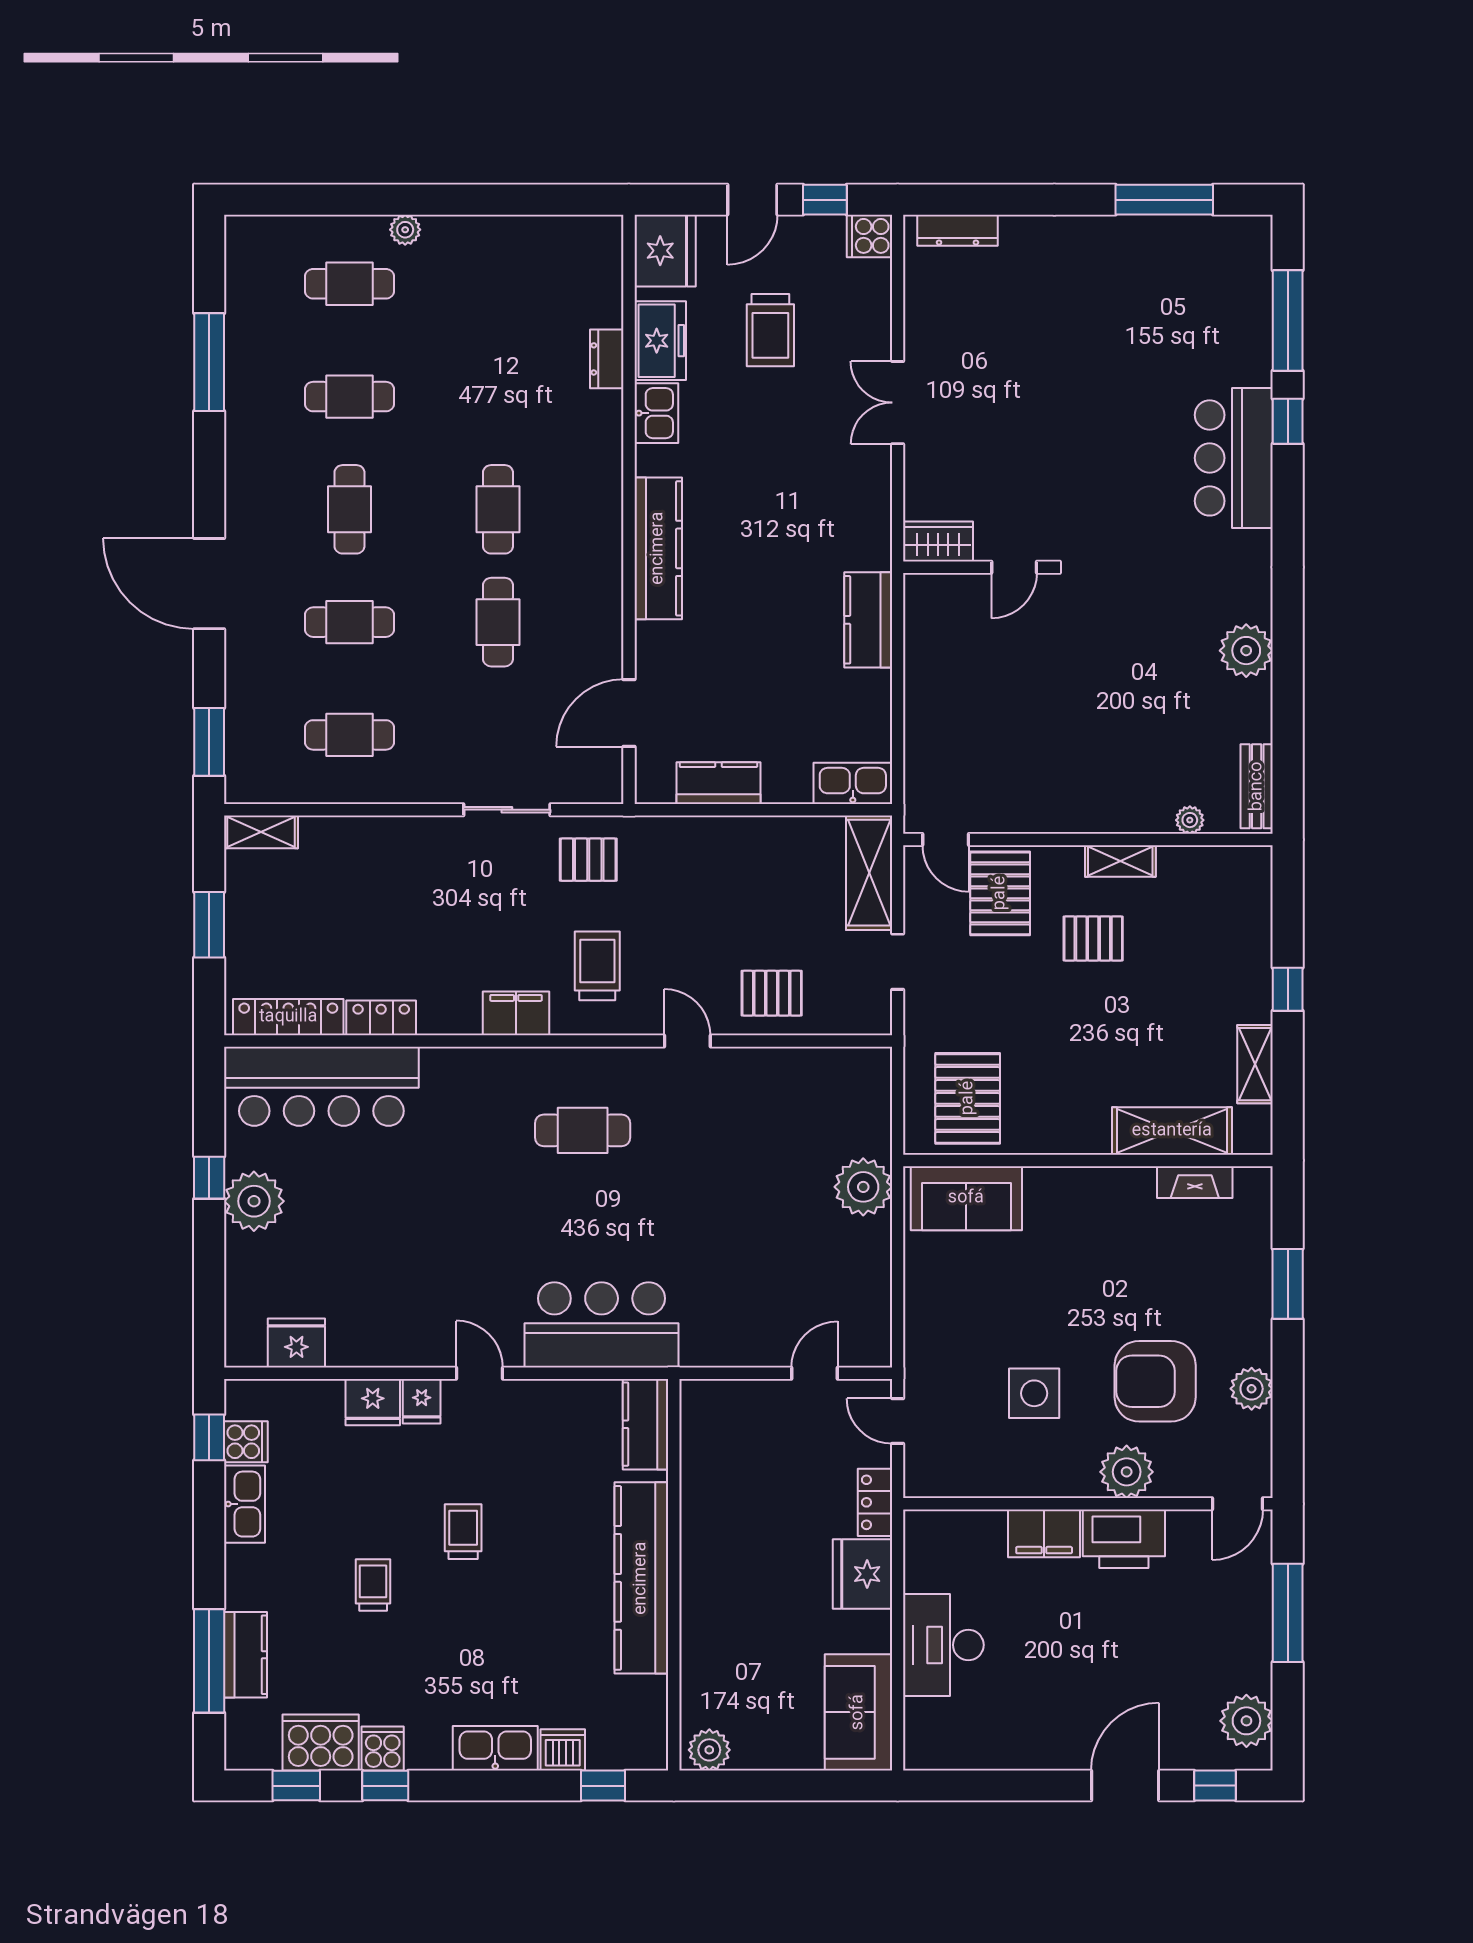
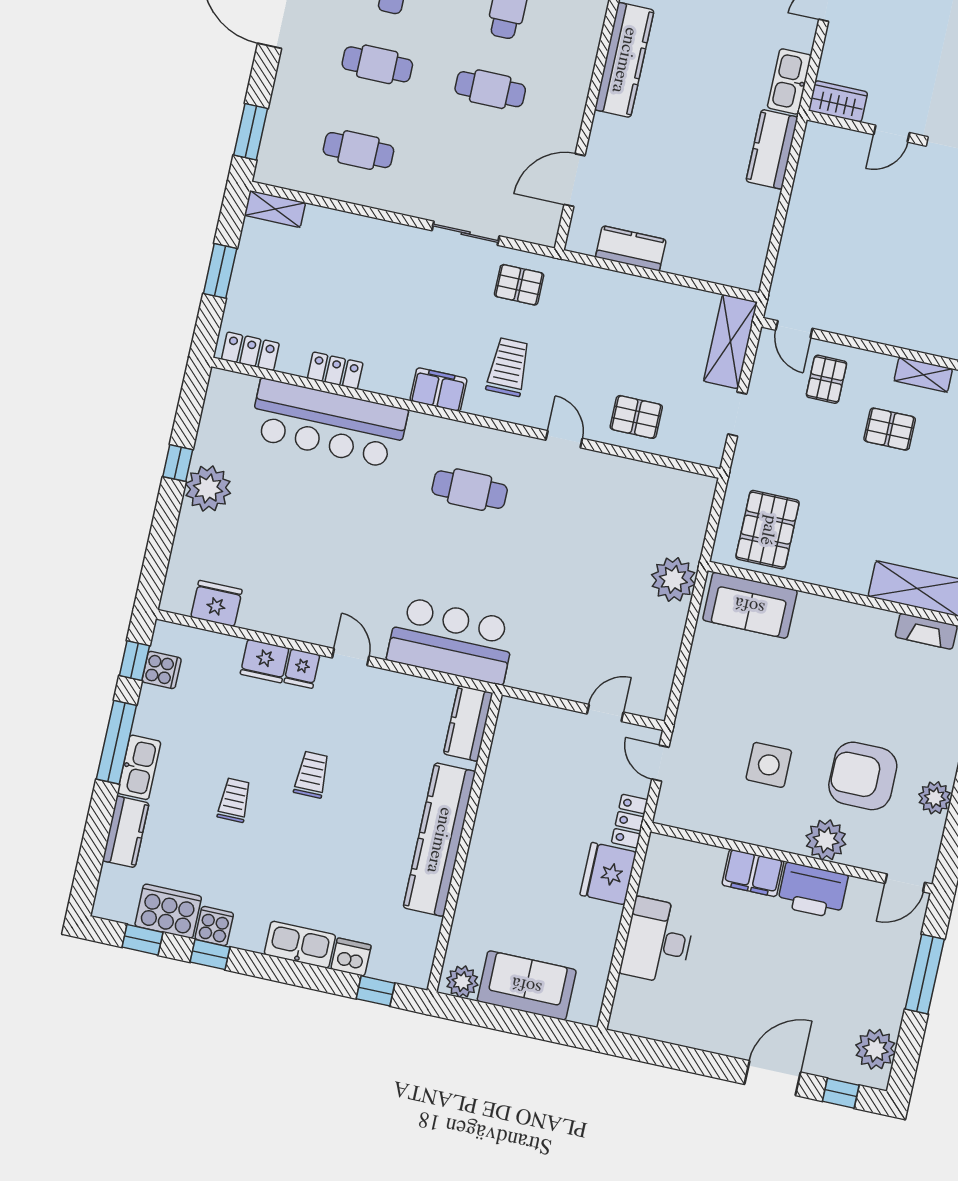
cafe table: (498, 622) -> (490, 89), turned 90
kitchen sink: (853, 783) -> (789, 81), moved, turned -90
pallet: (1000, 893) -> (826, 379), width x0.67, depth x0.71
locker: (288, 1017) -> (250, 351), width x0.66
bar counter: (321, 1086) -> (328, 423), moved
kitchen sink: (245, 1504) -> (139, 767), moved
window: (209, 1661) -> (116, 742), moved
sofa: (858, 1712) -> (527, 985), moved, turned 90

